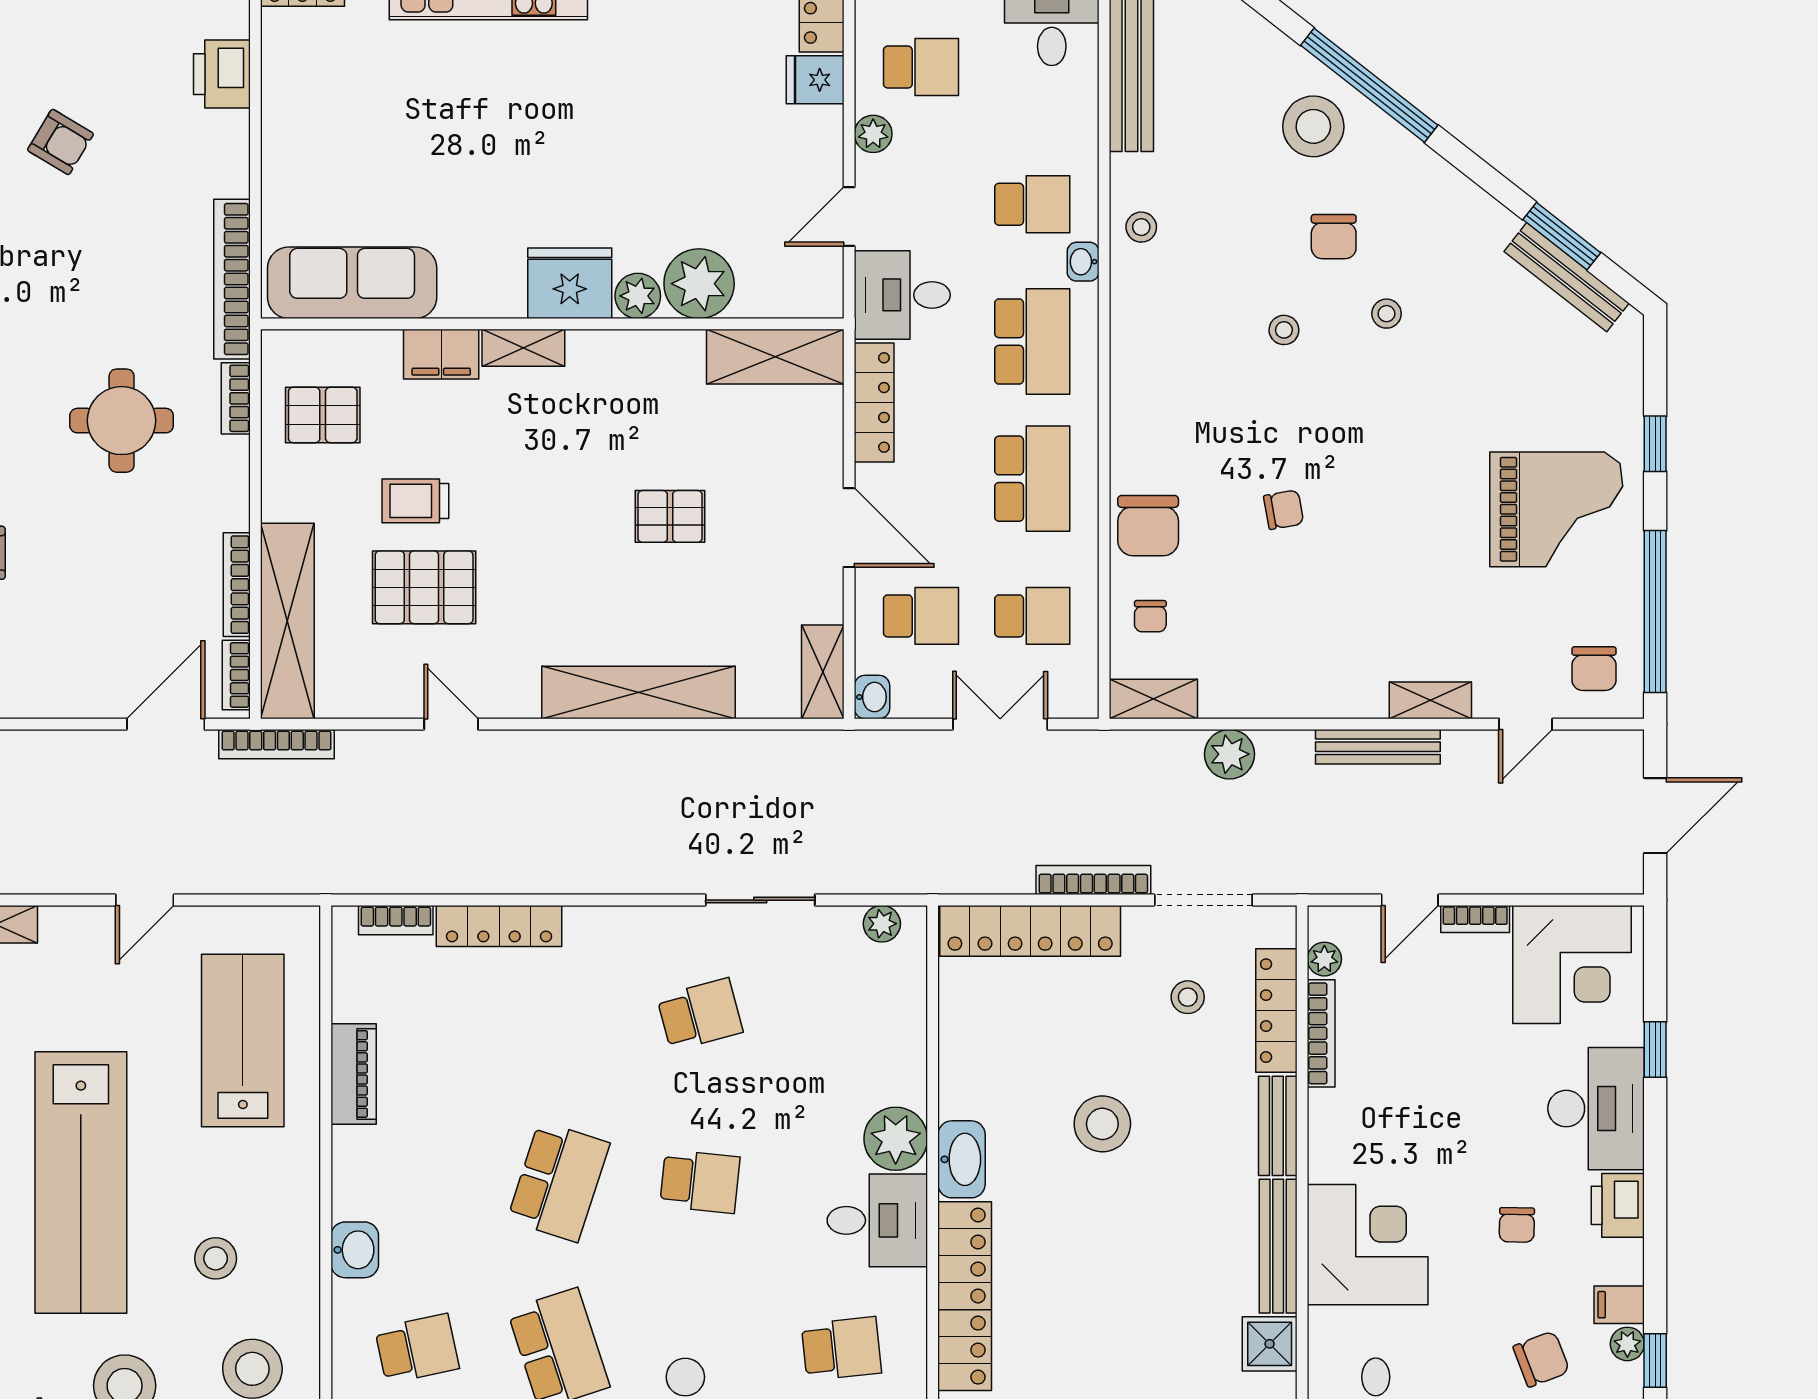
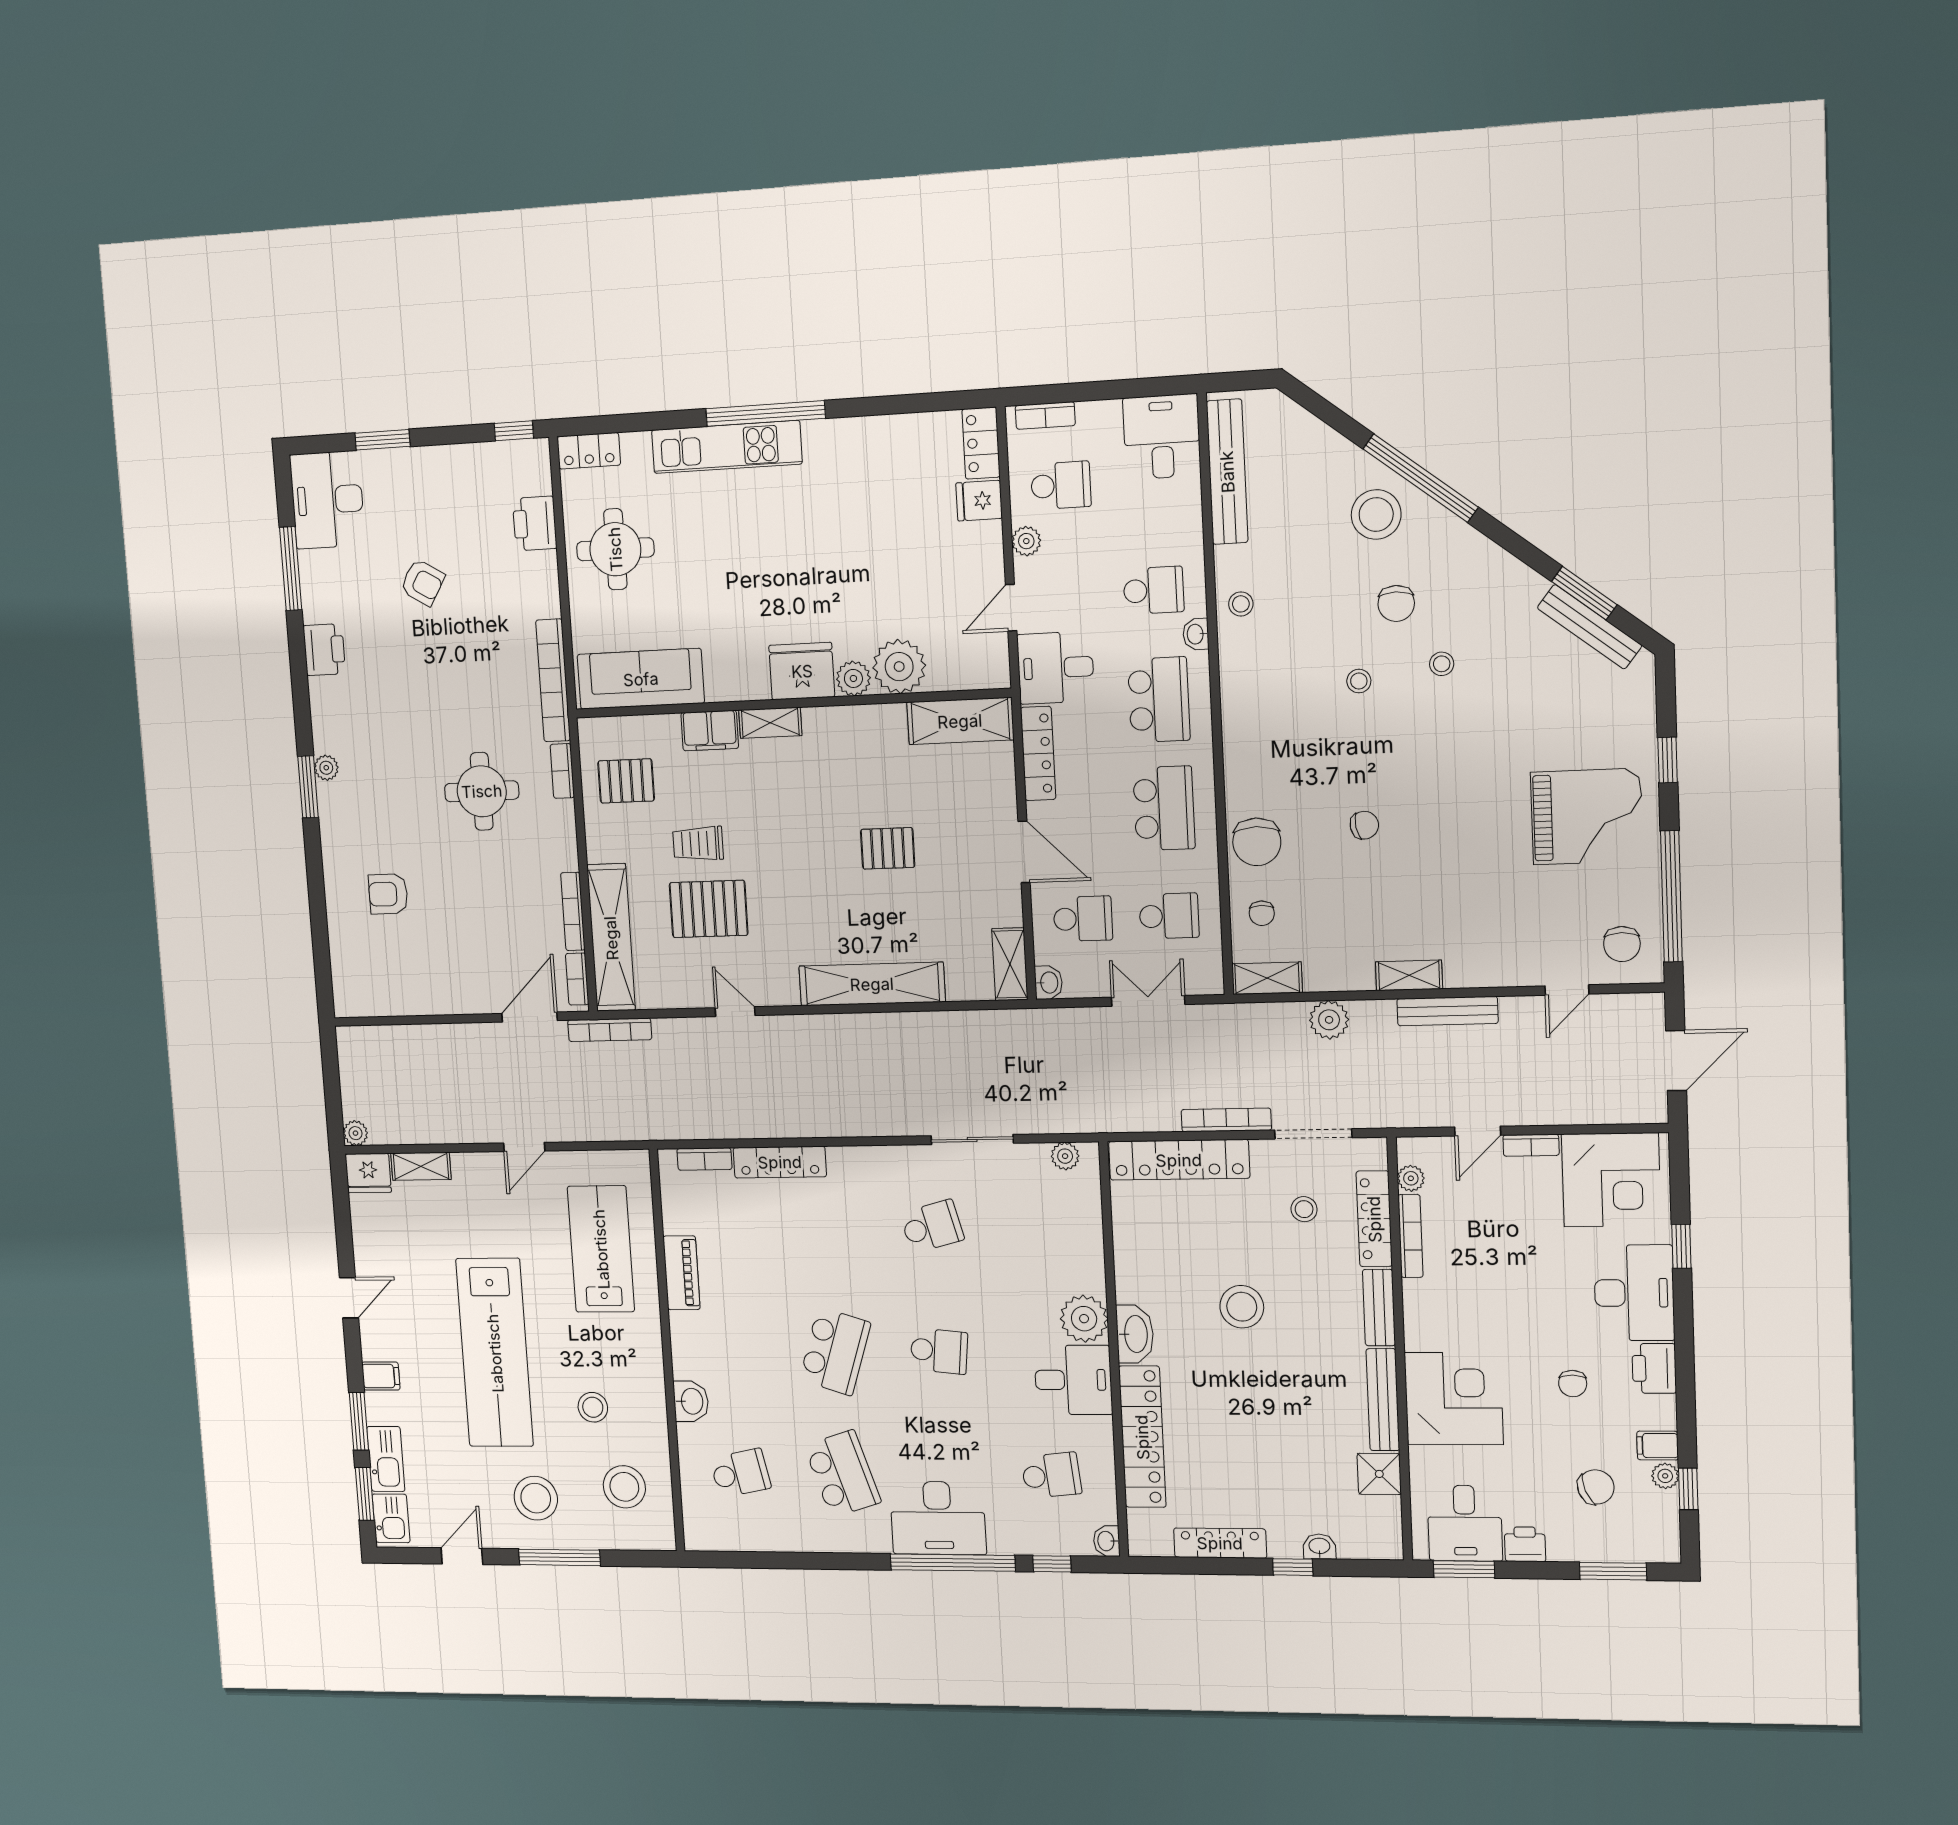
round table: (330, 114) -> (615, 549), added
shelving: (1430, 700) -> (1409, 975), moved

